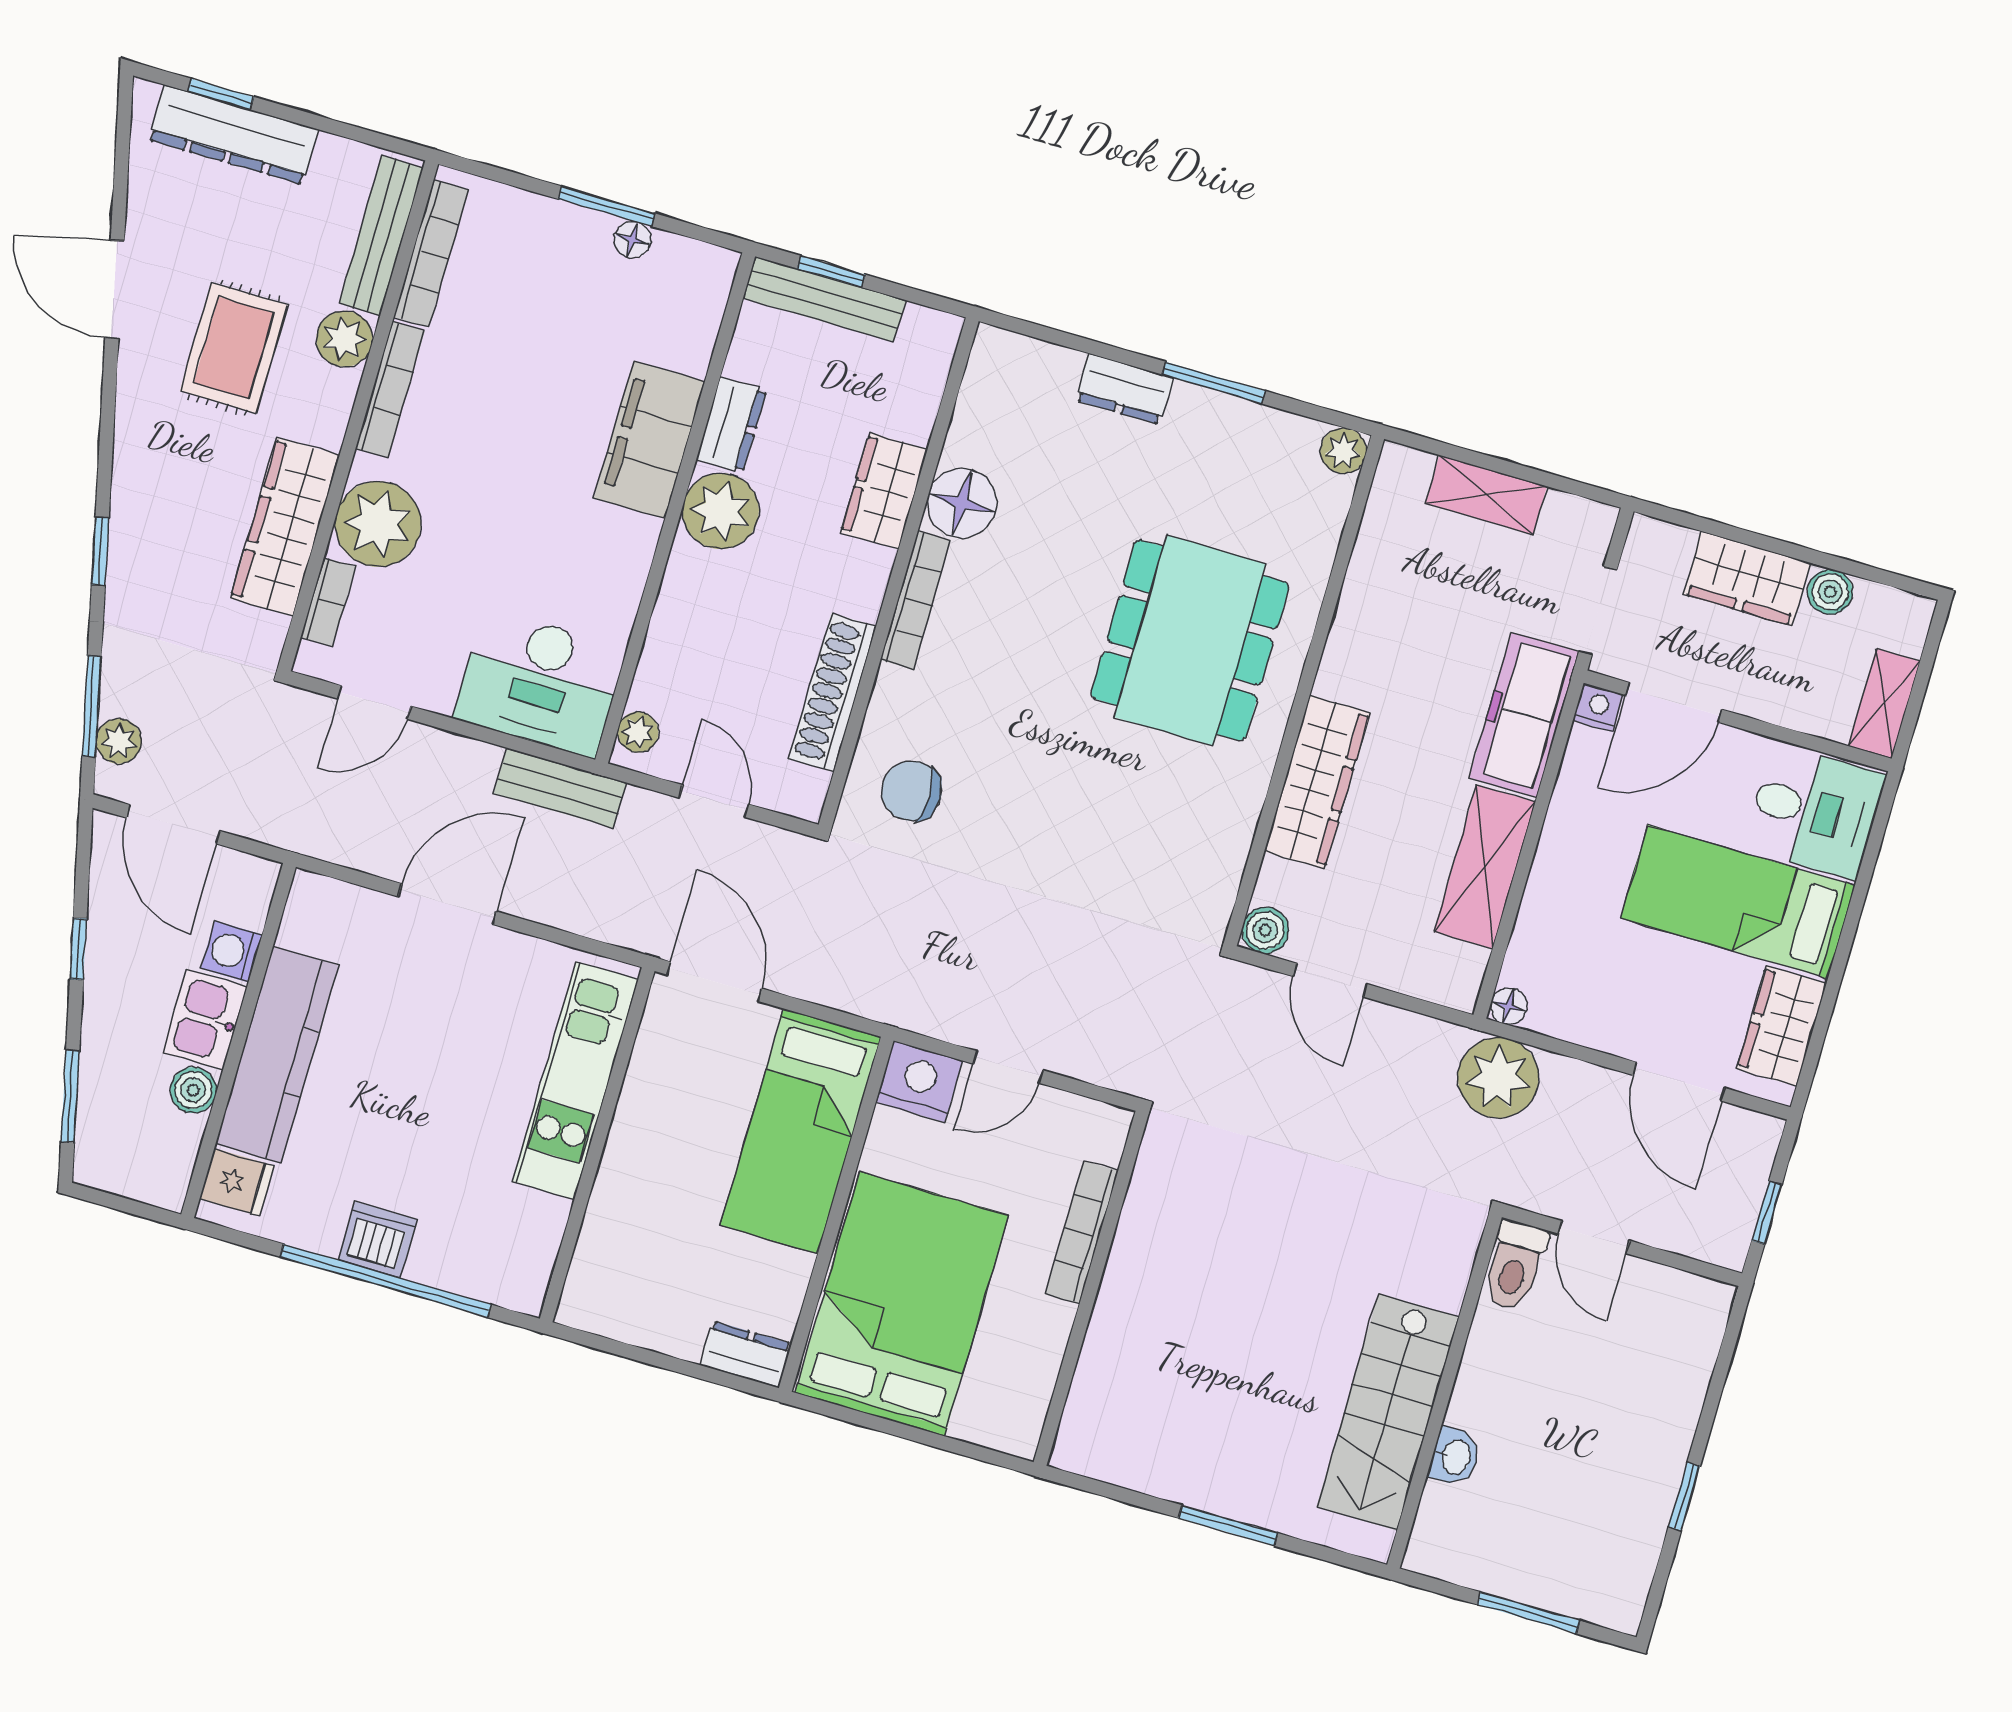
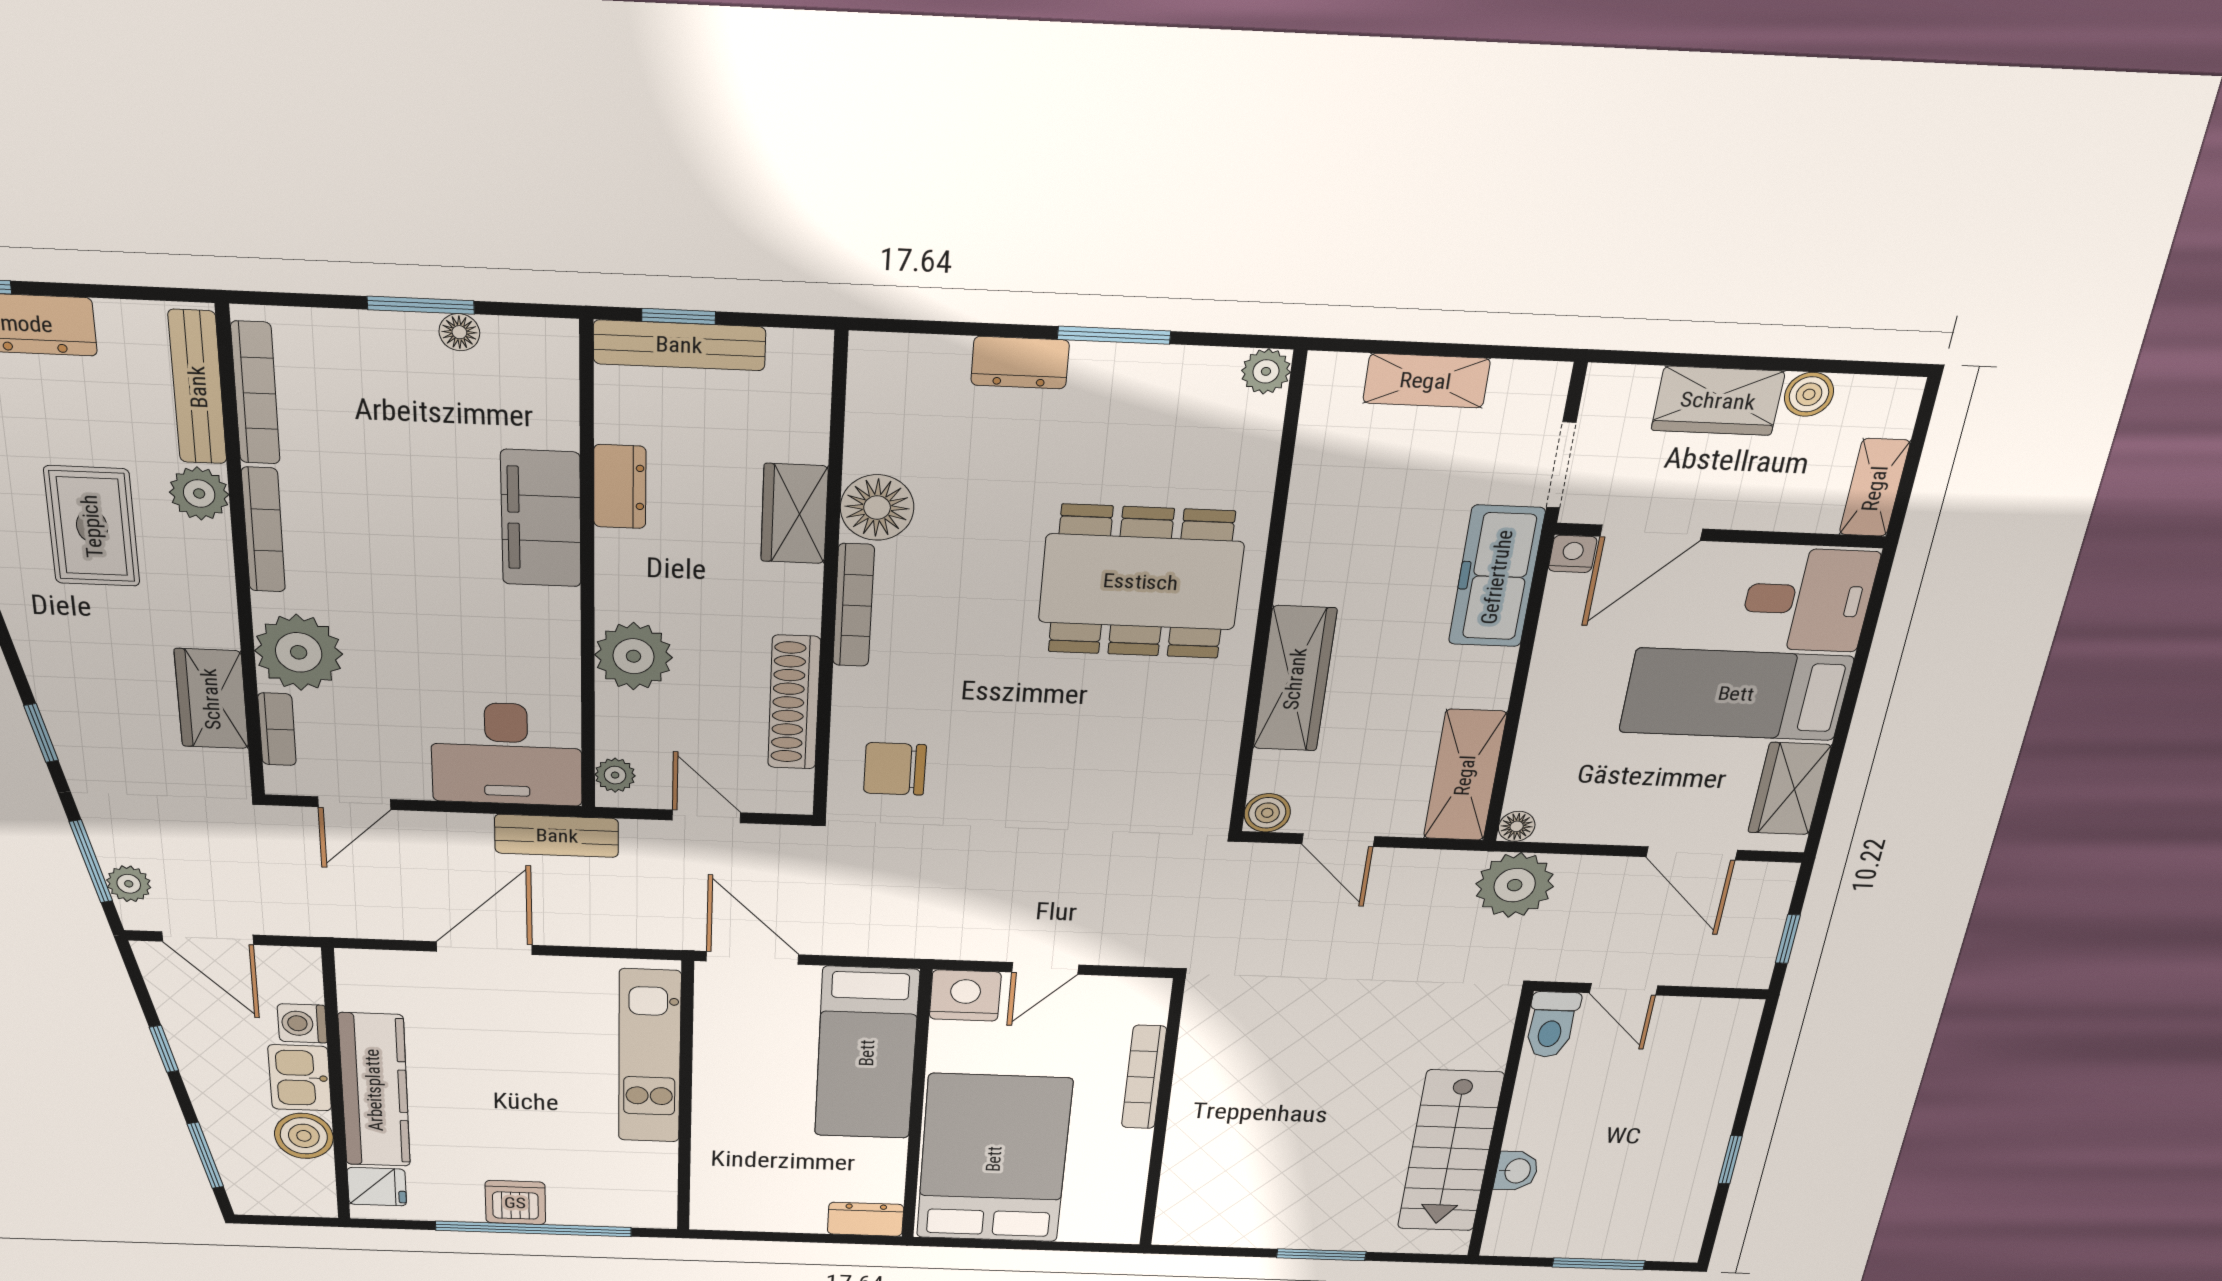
plant: (721, 511) -> (633, 656), moved
wardrobe: (285, 527) -> (211, 699), width x0.67
dining table: (1190, 640) -> (1141, 582), turned 90
shelving: (1485, 867) -> (1465, 775), moved
boiler: (193, 1090) -> (304, 1136), width x1.36, depth x1.36

